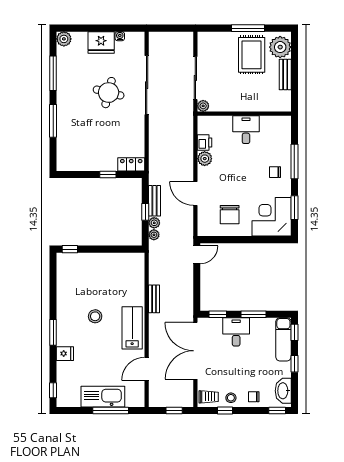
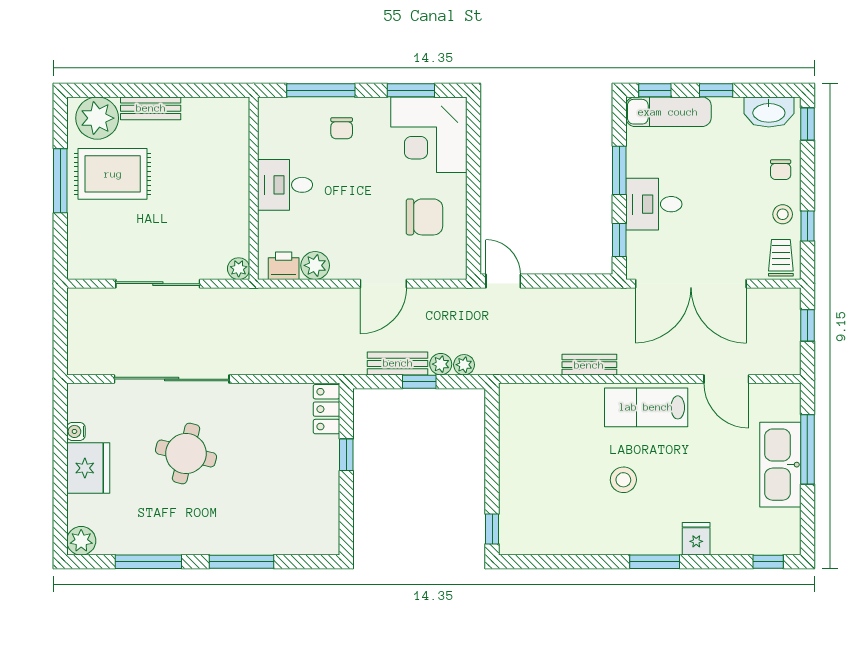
plant: (203, 106) -> (239, 269), moved
wall: (244, 114) -> (254, 188), moved
desk: (246, 130) -> (285, 185), moved

